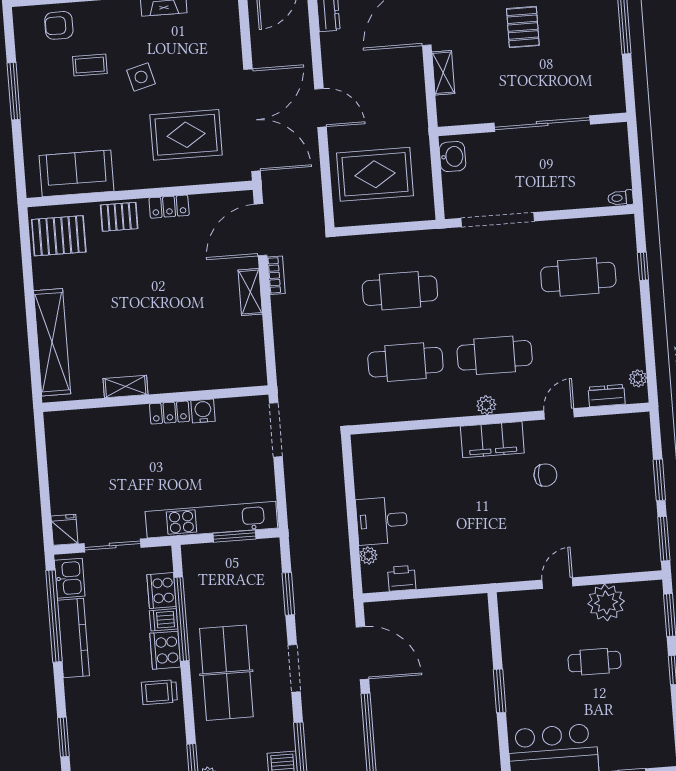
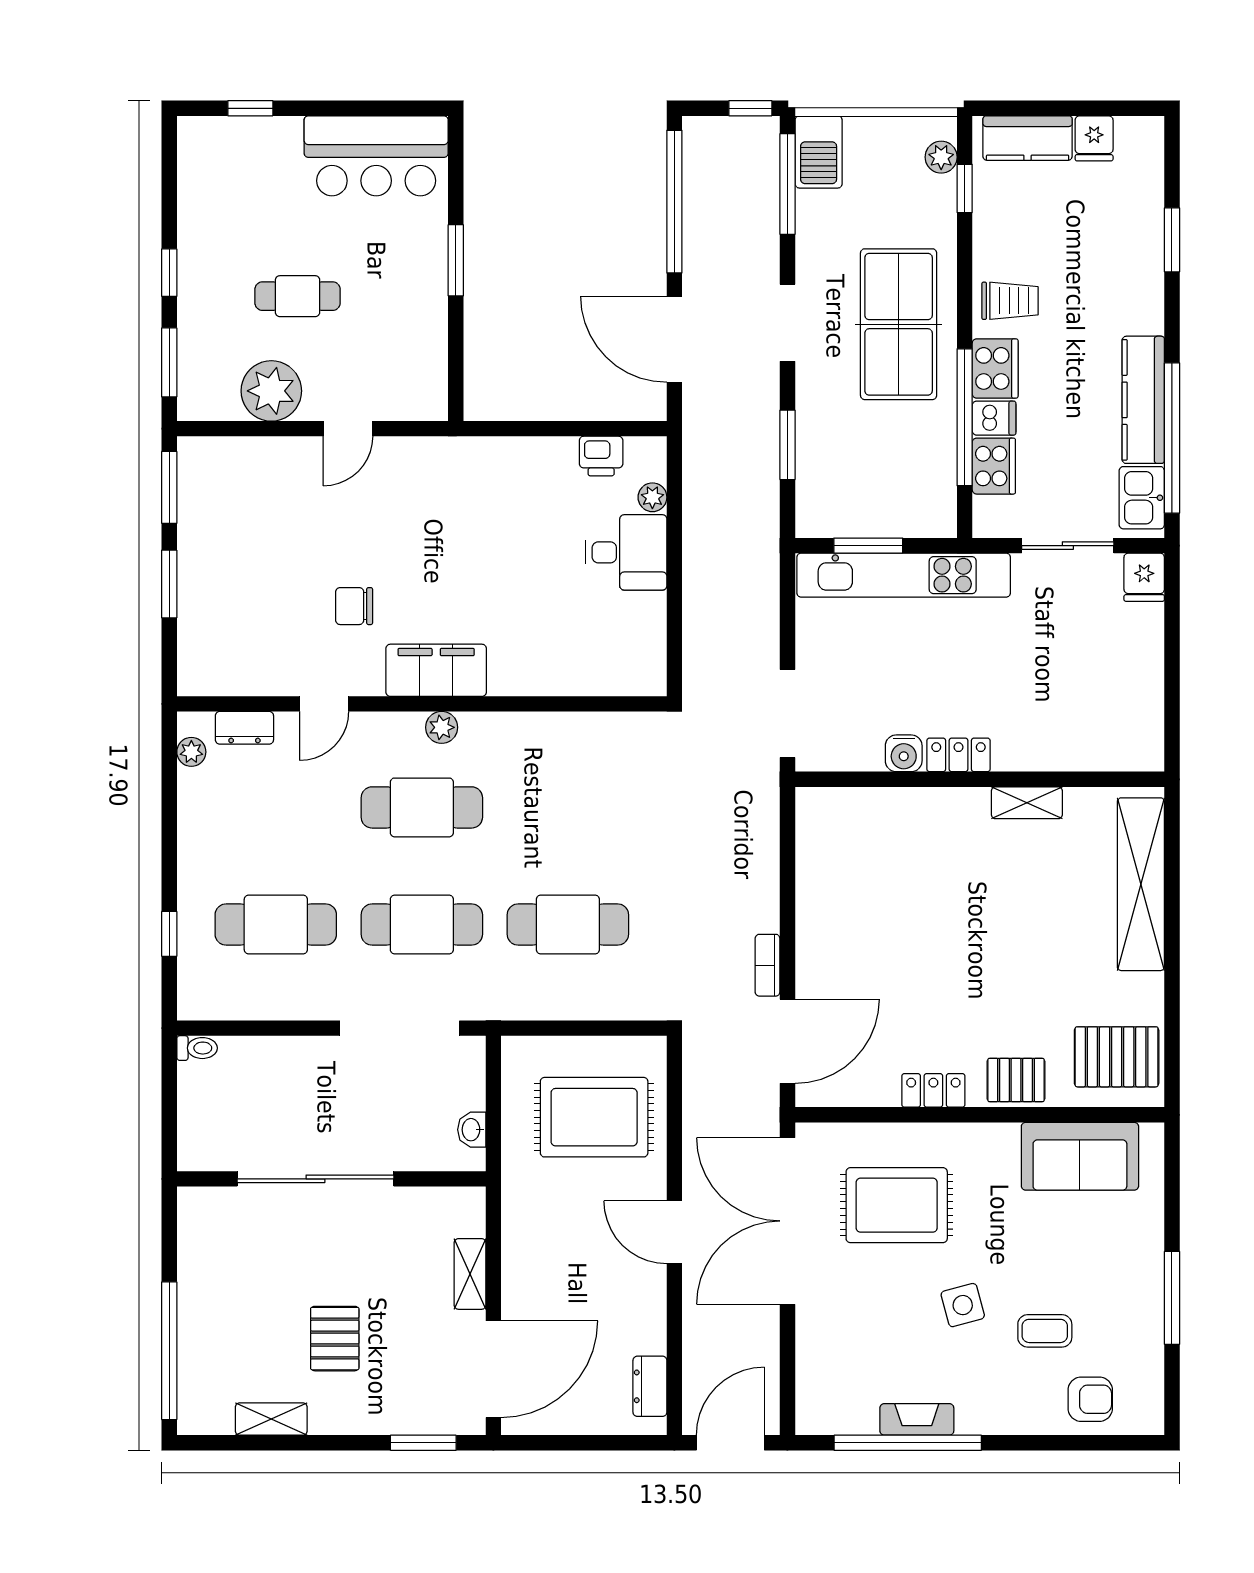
washbasin: (453, 157) -> (472, 1130), width x0.72, depth x0.69
shelving: (250, 292) -> (812, 941), removed
cafe table: (405, 362) -> (422, 925), moved

